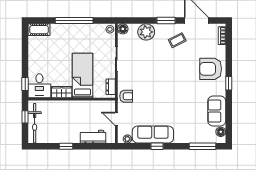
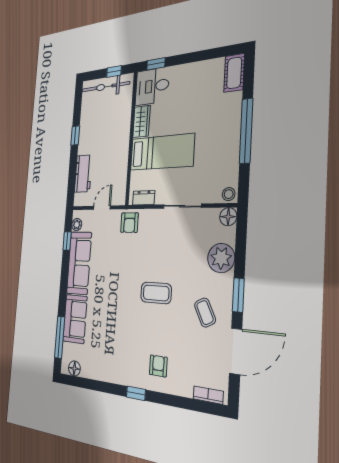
armchair: (211, 69) -> (158, 366), width x0.53, depth x0.53
coffee table: (168, 73) -> (156, 293), added
sofa: (217, 111) -> (75, 319), moved, turned 90
window: (157, 146) -> (67, 241), moved

